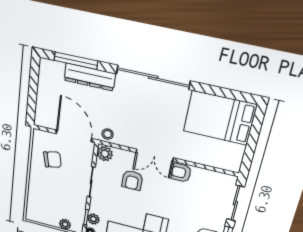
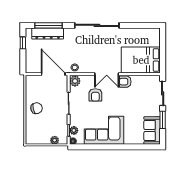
dresser: (90, 77) -> (48, 33), moved
window: (34, 80) -> (23, 43), added
bed: (220, 118) -> (141, 60), moved
chair: (53, 160) -> (37, 108), moved

